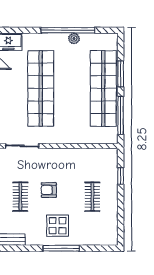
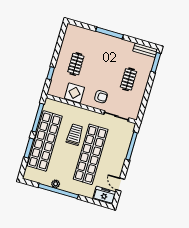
trolley: (68, 107) -> (75, 135), added
armchair: (49, 190) -> (101, 97), moved
display table: (58, 226) -> (74, 93), moved

